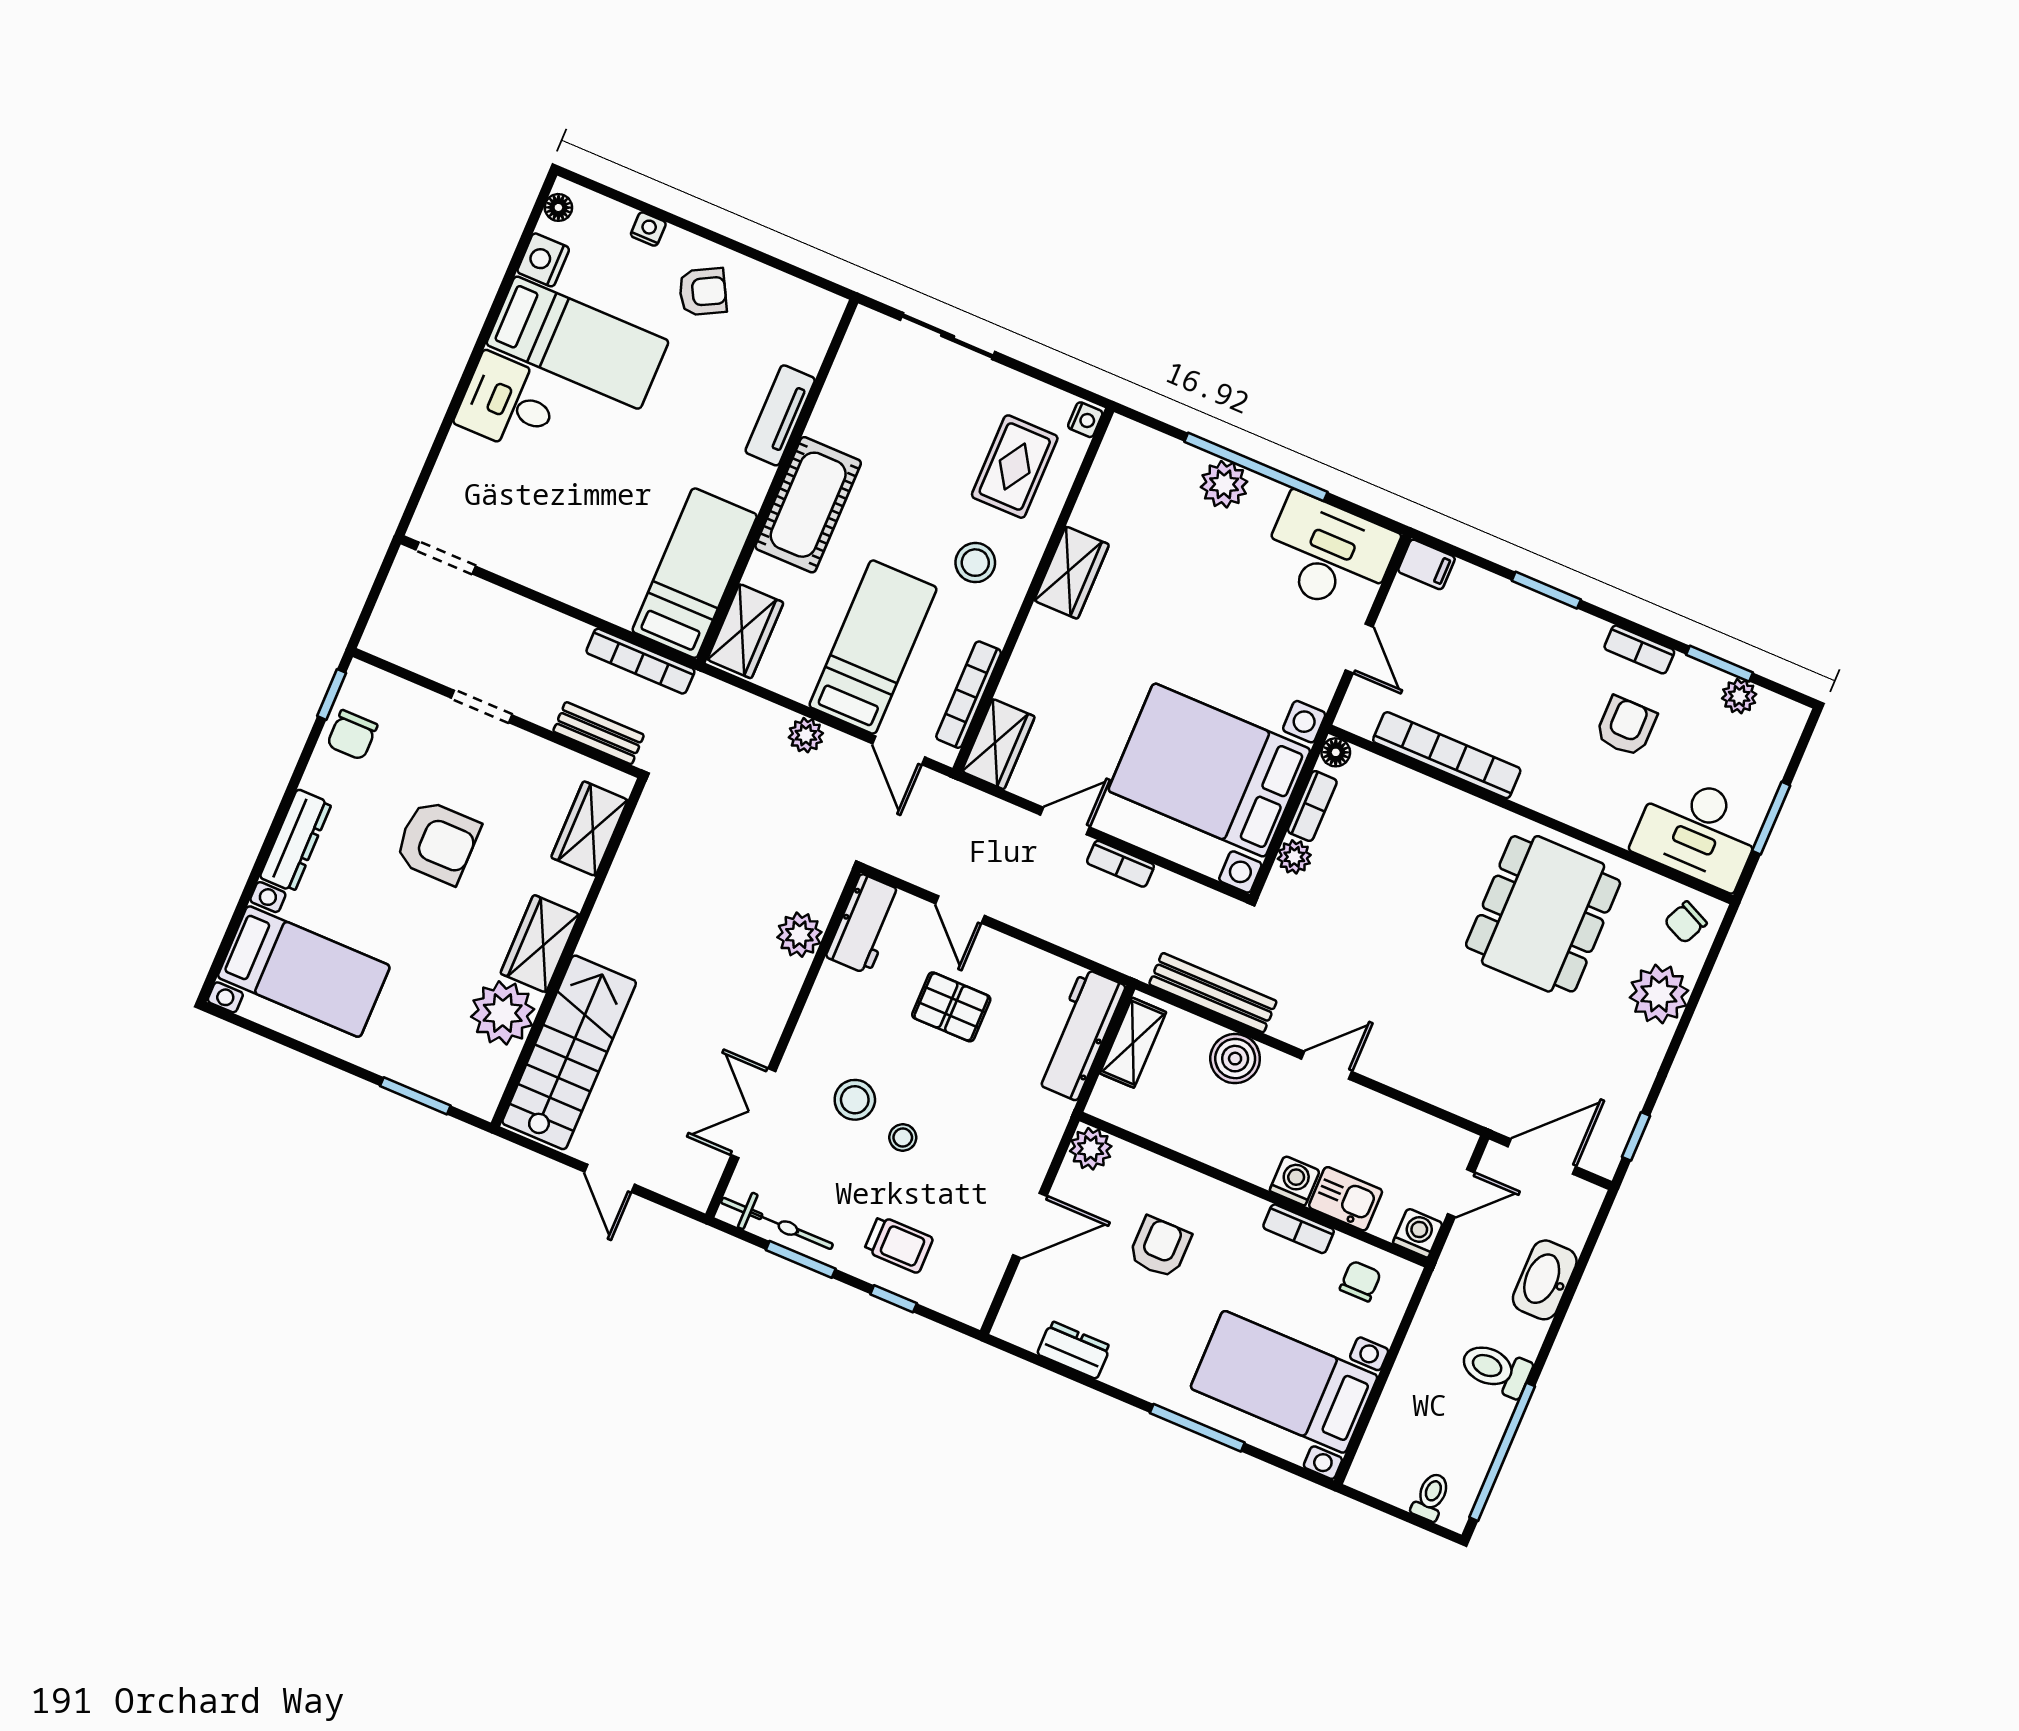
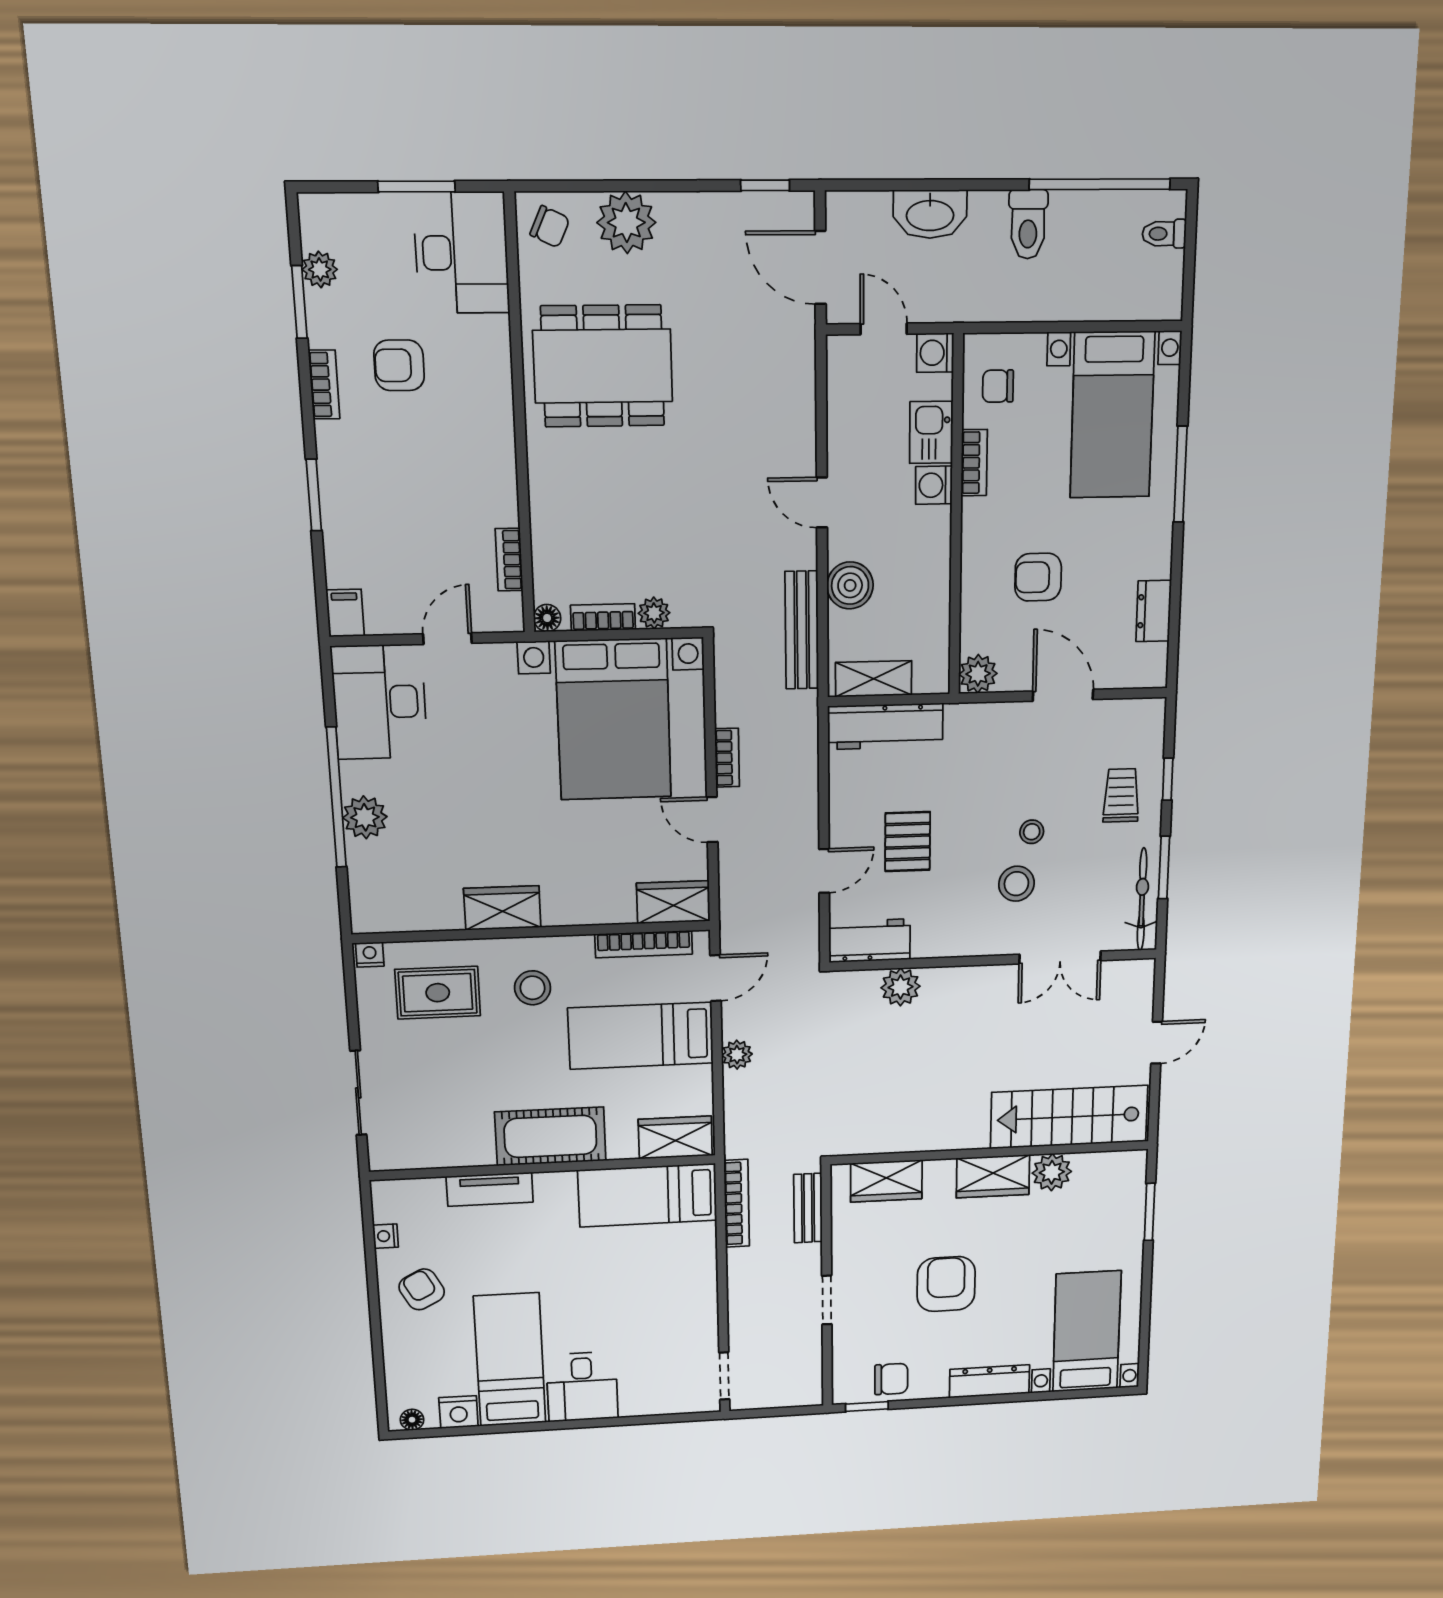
nightstand: (648, 229) -> (386, 1236), moved
bookcase: (1447, 755) -> (509, 560), width x0.43, depth x0.76
plant: (503, 1013) -> (1052, 1172), width x0.73, depth x0.73

